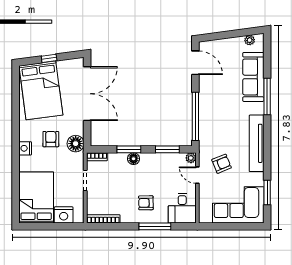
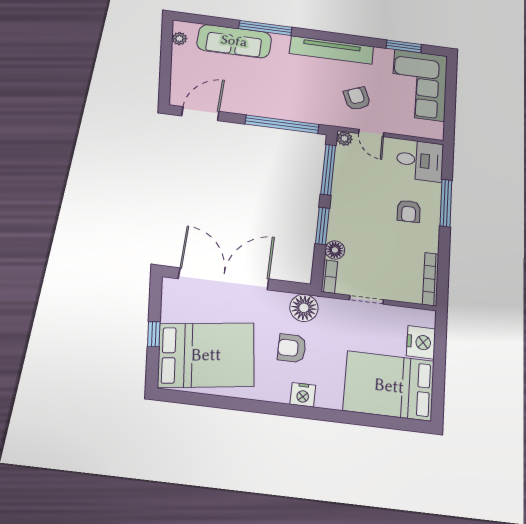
window: (167, 149) -> (328, 170), width x1.44
floor lamp: (134, 159) -> (335, 250), moved
door: (197, 175) -> (371, 133), hinge flipped

